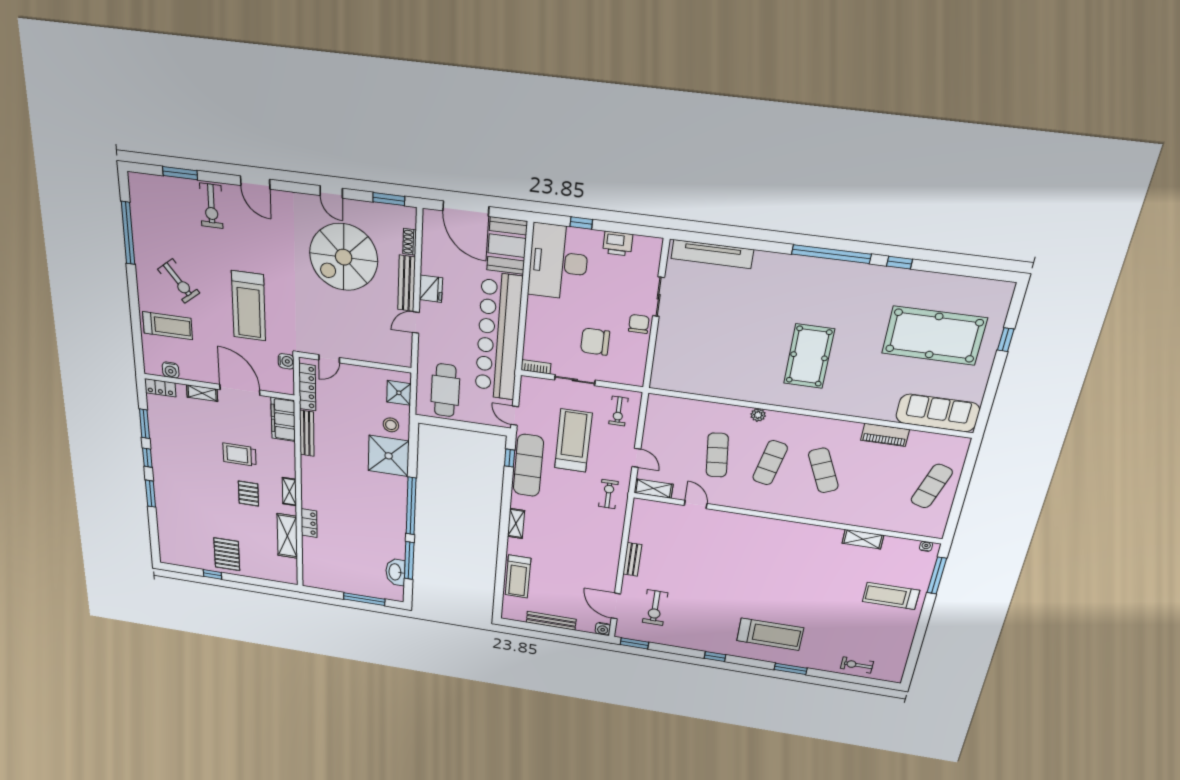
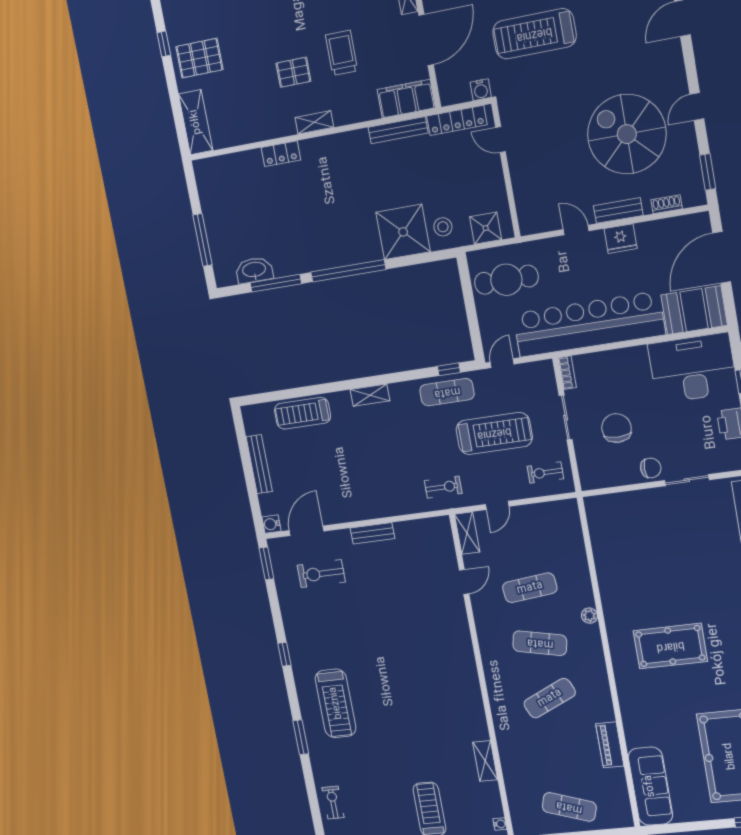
bench: (407, 283) -> (618, 211), width x0.73
exercise mat: (528, 466) -> (447, 392), width x0.73, depth x0.69
shelving: (287, 536) -> (196, 122), moved, turned 90

